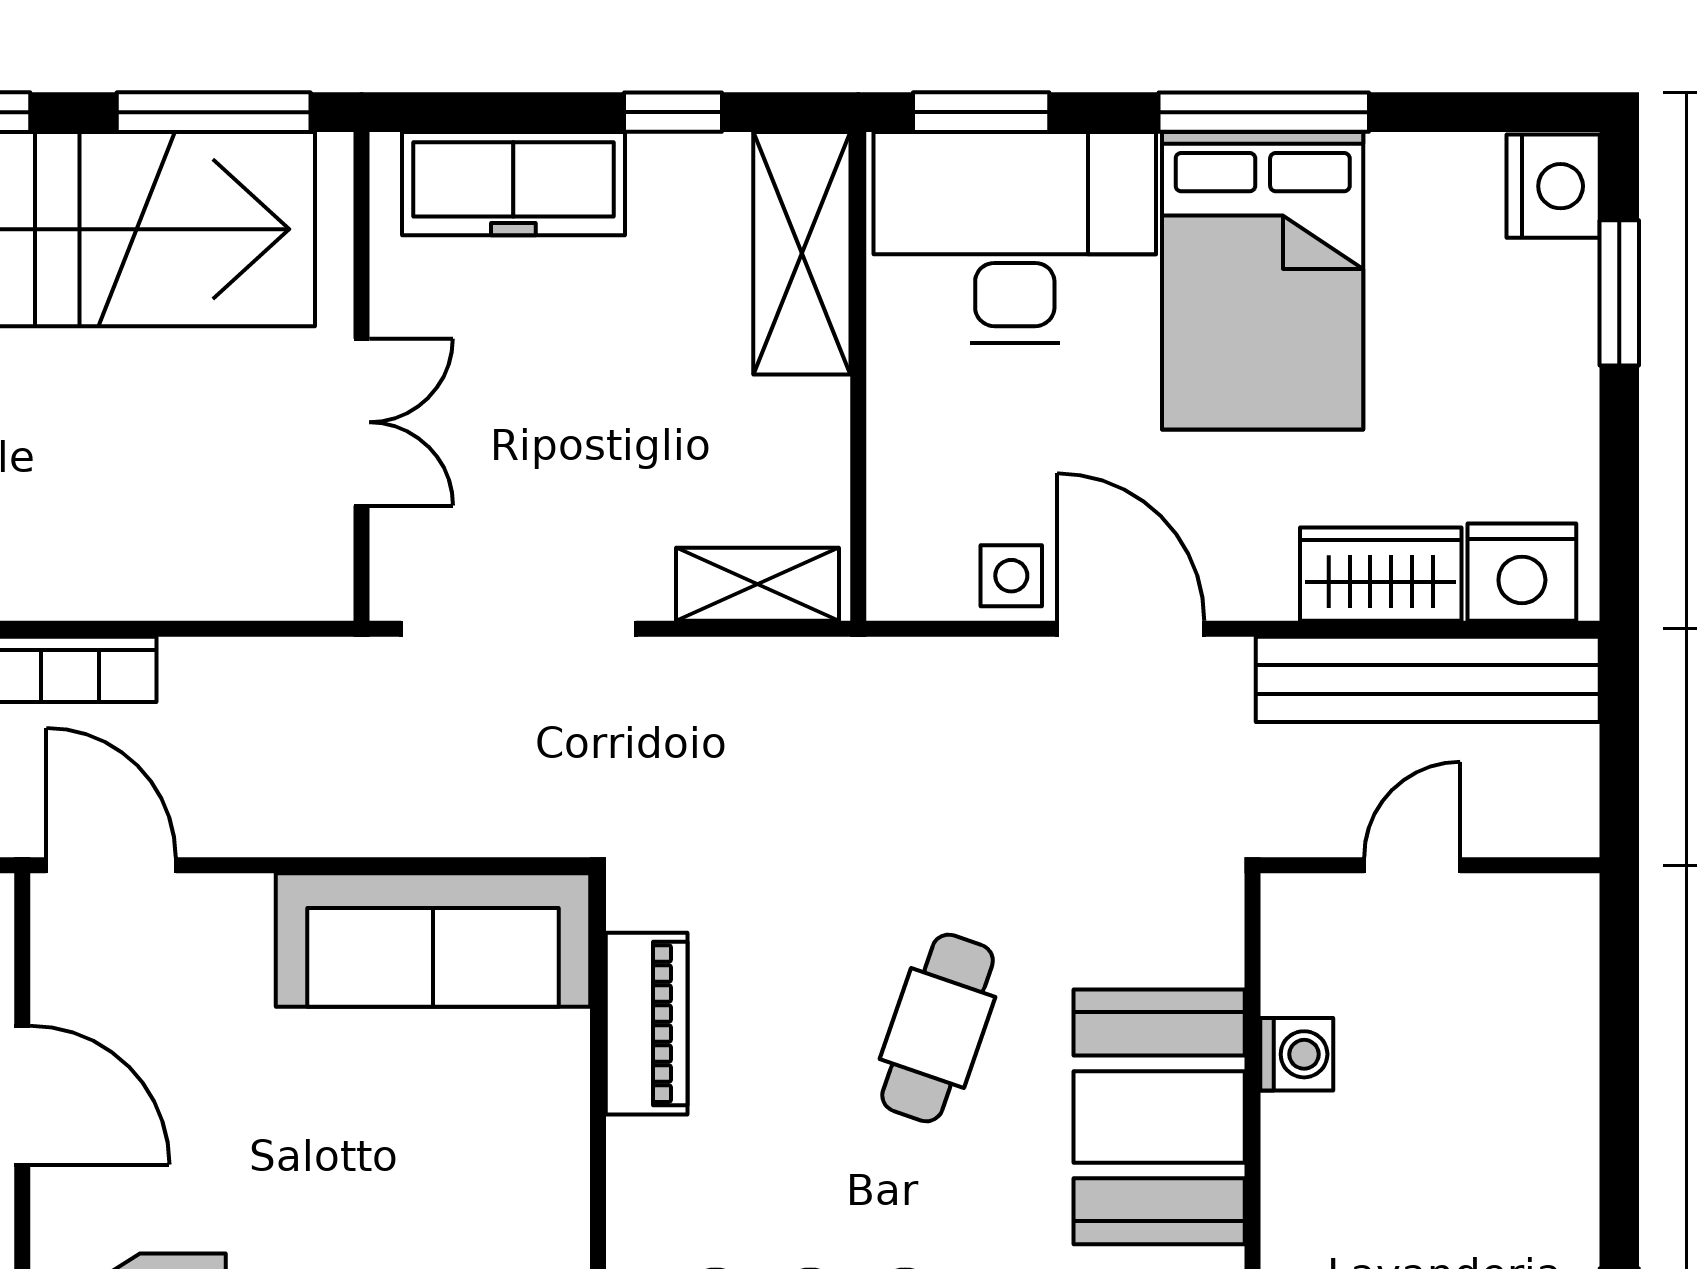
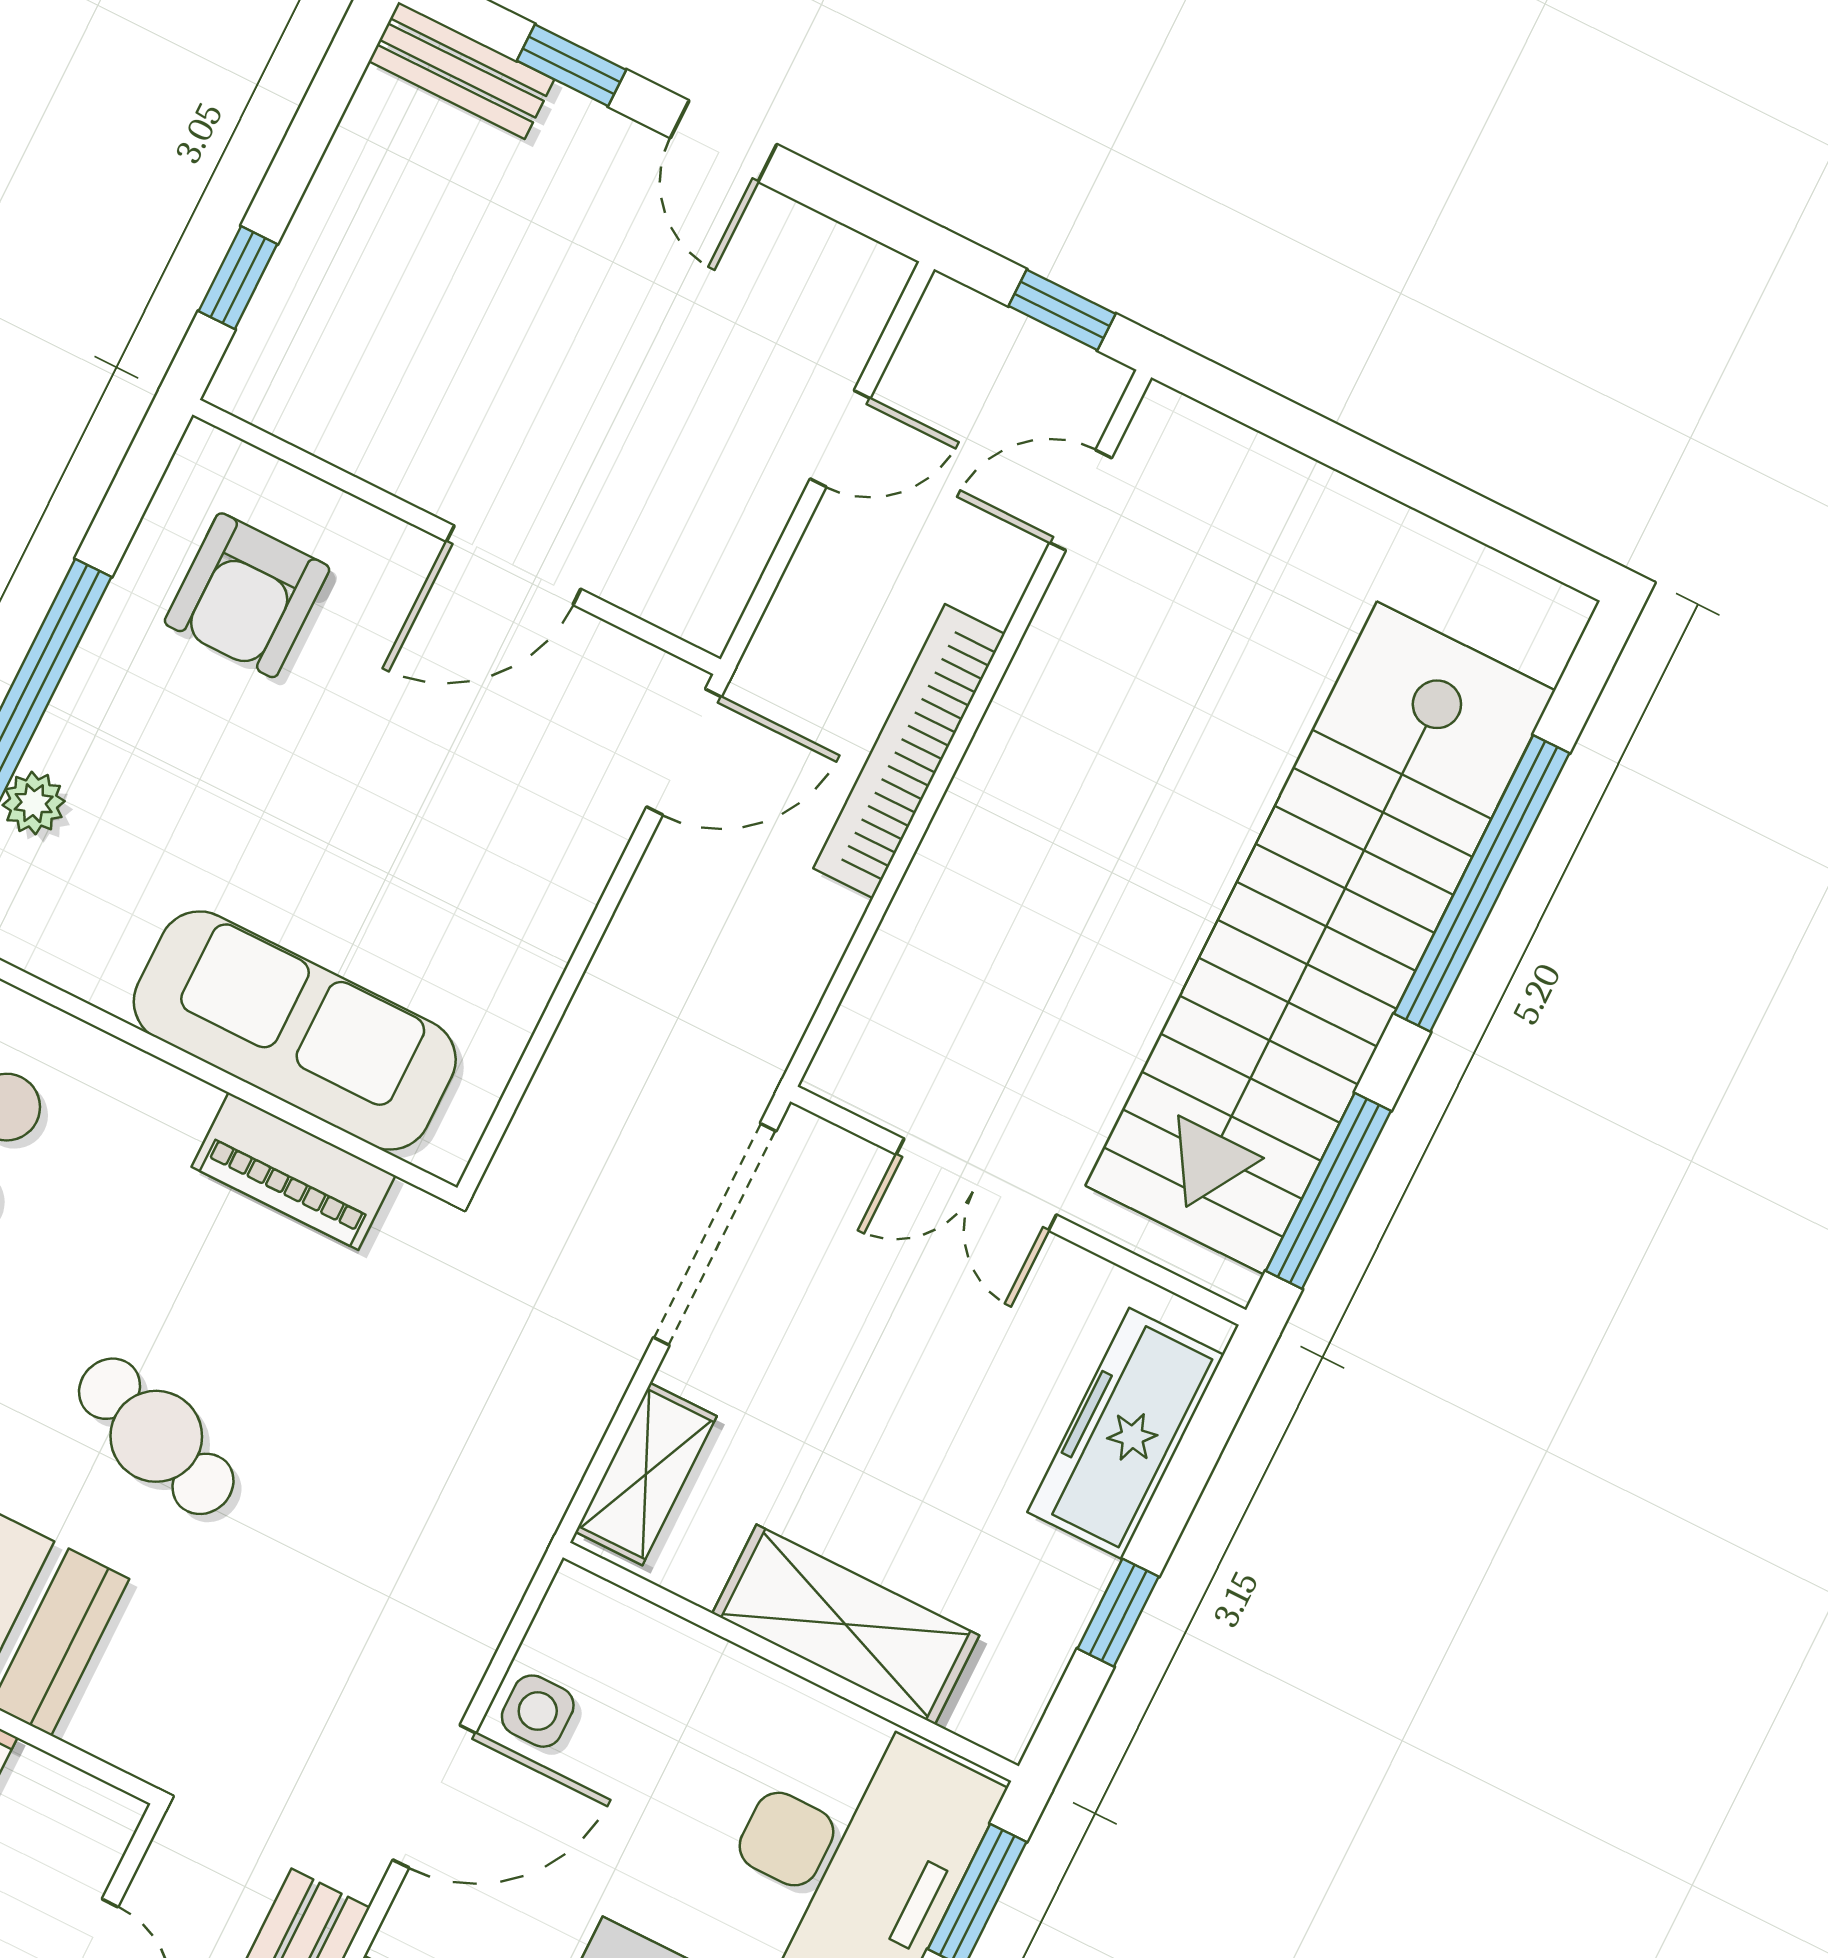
shelving: (802, 253) -> (846, 1624), moved
sofa: (433, 940) -> (295, 1031), moved, turned 90

